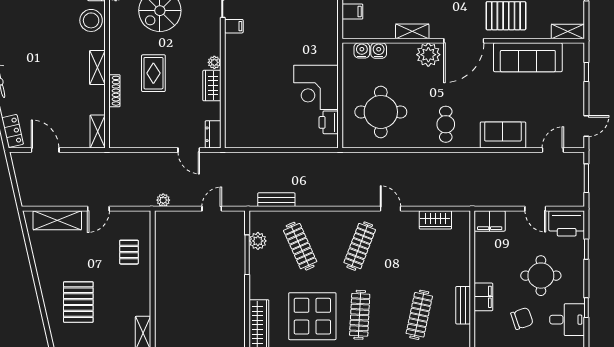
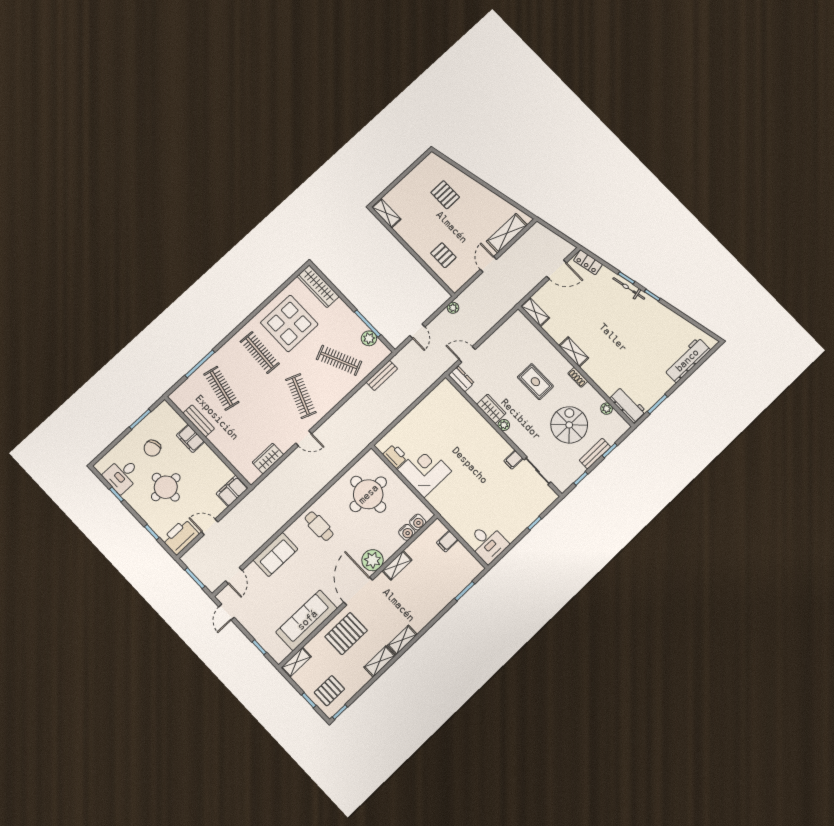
stool: (91, 20) -> (606, 378), removed
shoe rack: (114, 91) -> (578, 377), moved, width x0.70
pallet: (78, 302) -> (445, 195), width x0.67, depth x0.71

